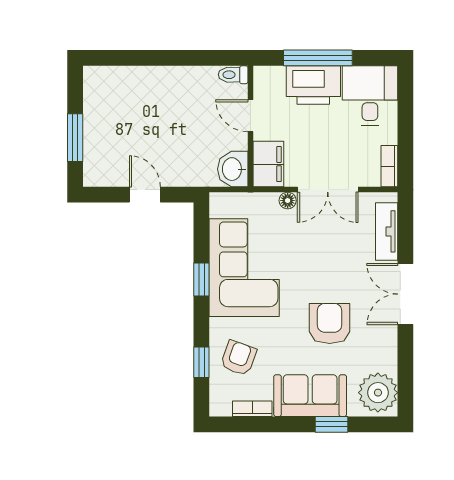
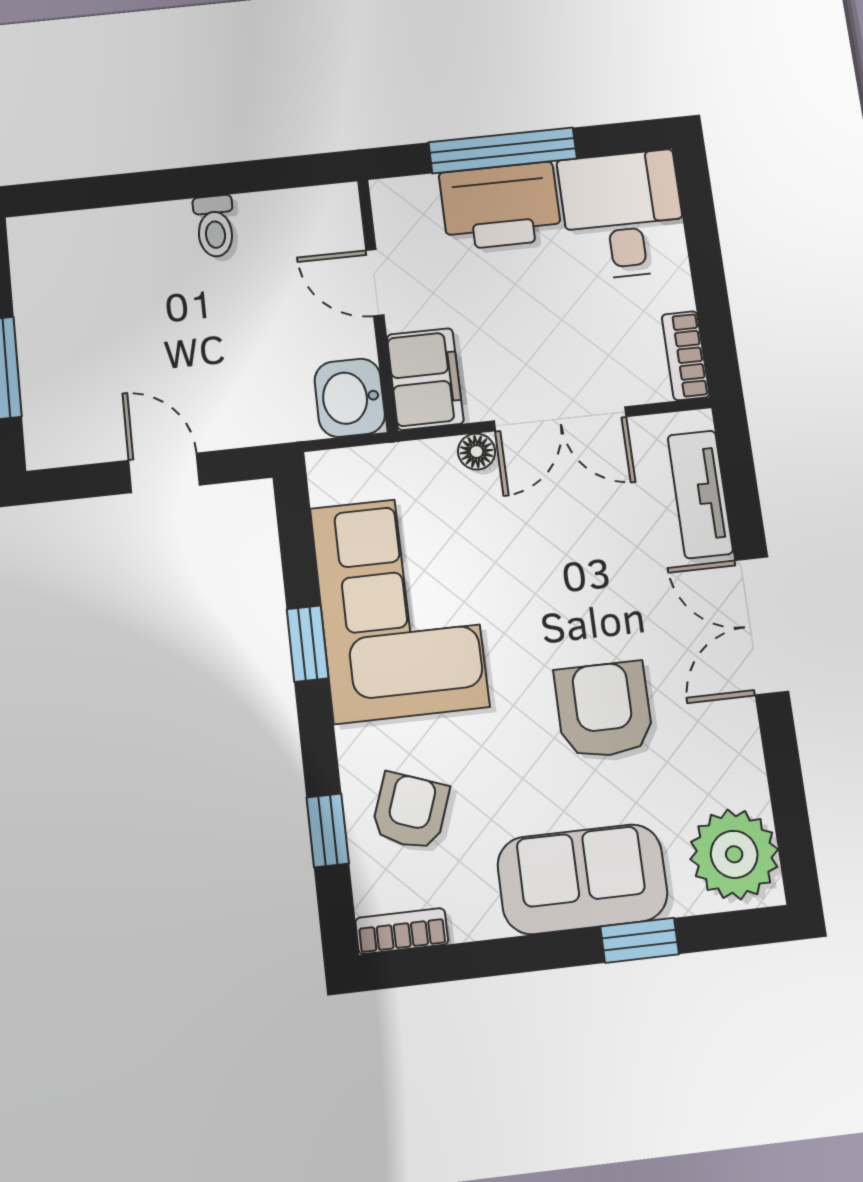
toilet: (233, 75) -> (215, 226), moved, turned -90
bookcase: (252, 409) -> (402, 931), moved

